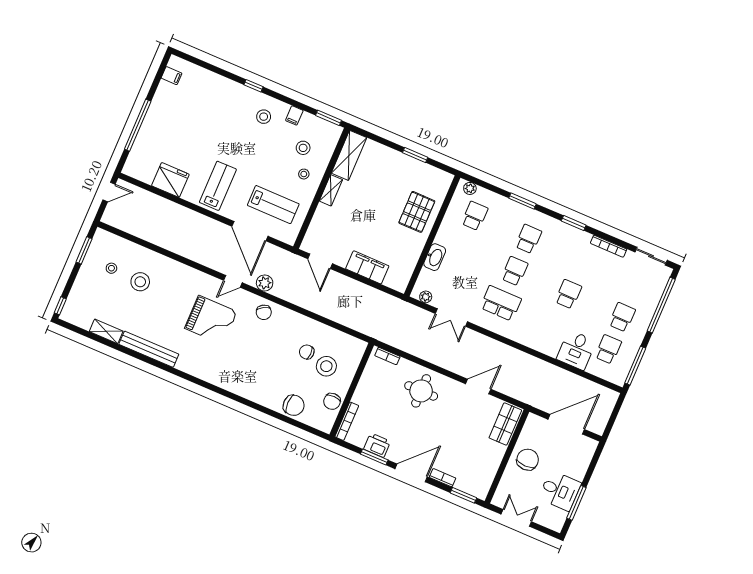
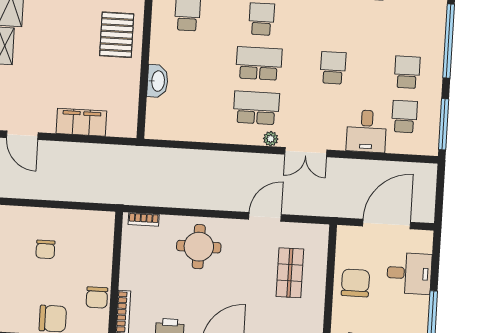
school desk: (515, 271) -> (259, 63), width x1.85
plant: (426, 297) -> (271, 139), moved
double door: (451, 318) -> (306, 152), moved
chair: (307, 352) -> (45, 249), turned -90
stool: (326, 366) -> (75, 258), removed
shop shelf: (505, 424) -> (290, 273), moved
desk: (560, 491) -> (409, 273), moved

